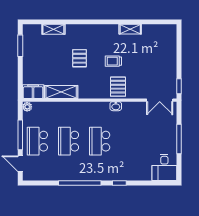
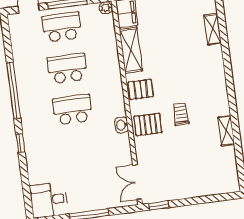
pallet: (80, 58) -> (141, 89), moved

